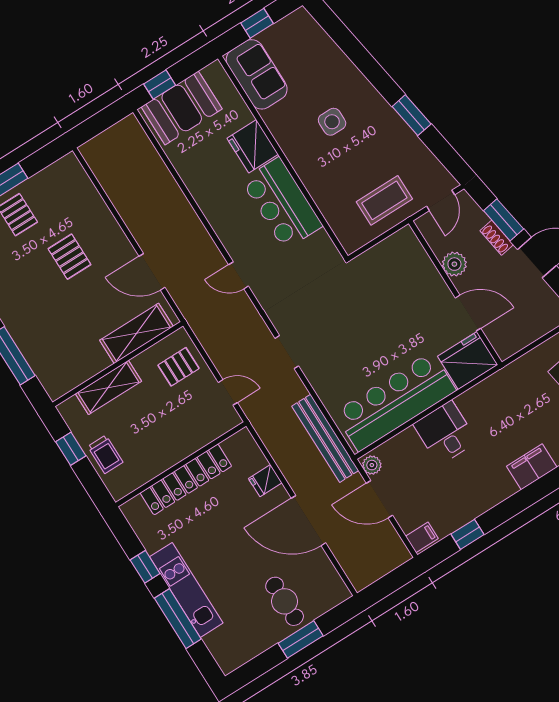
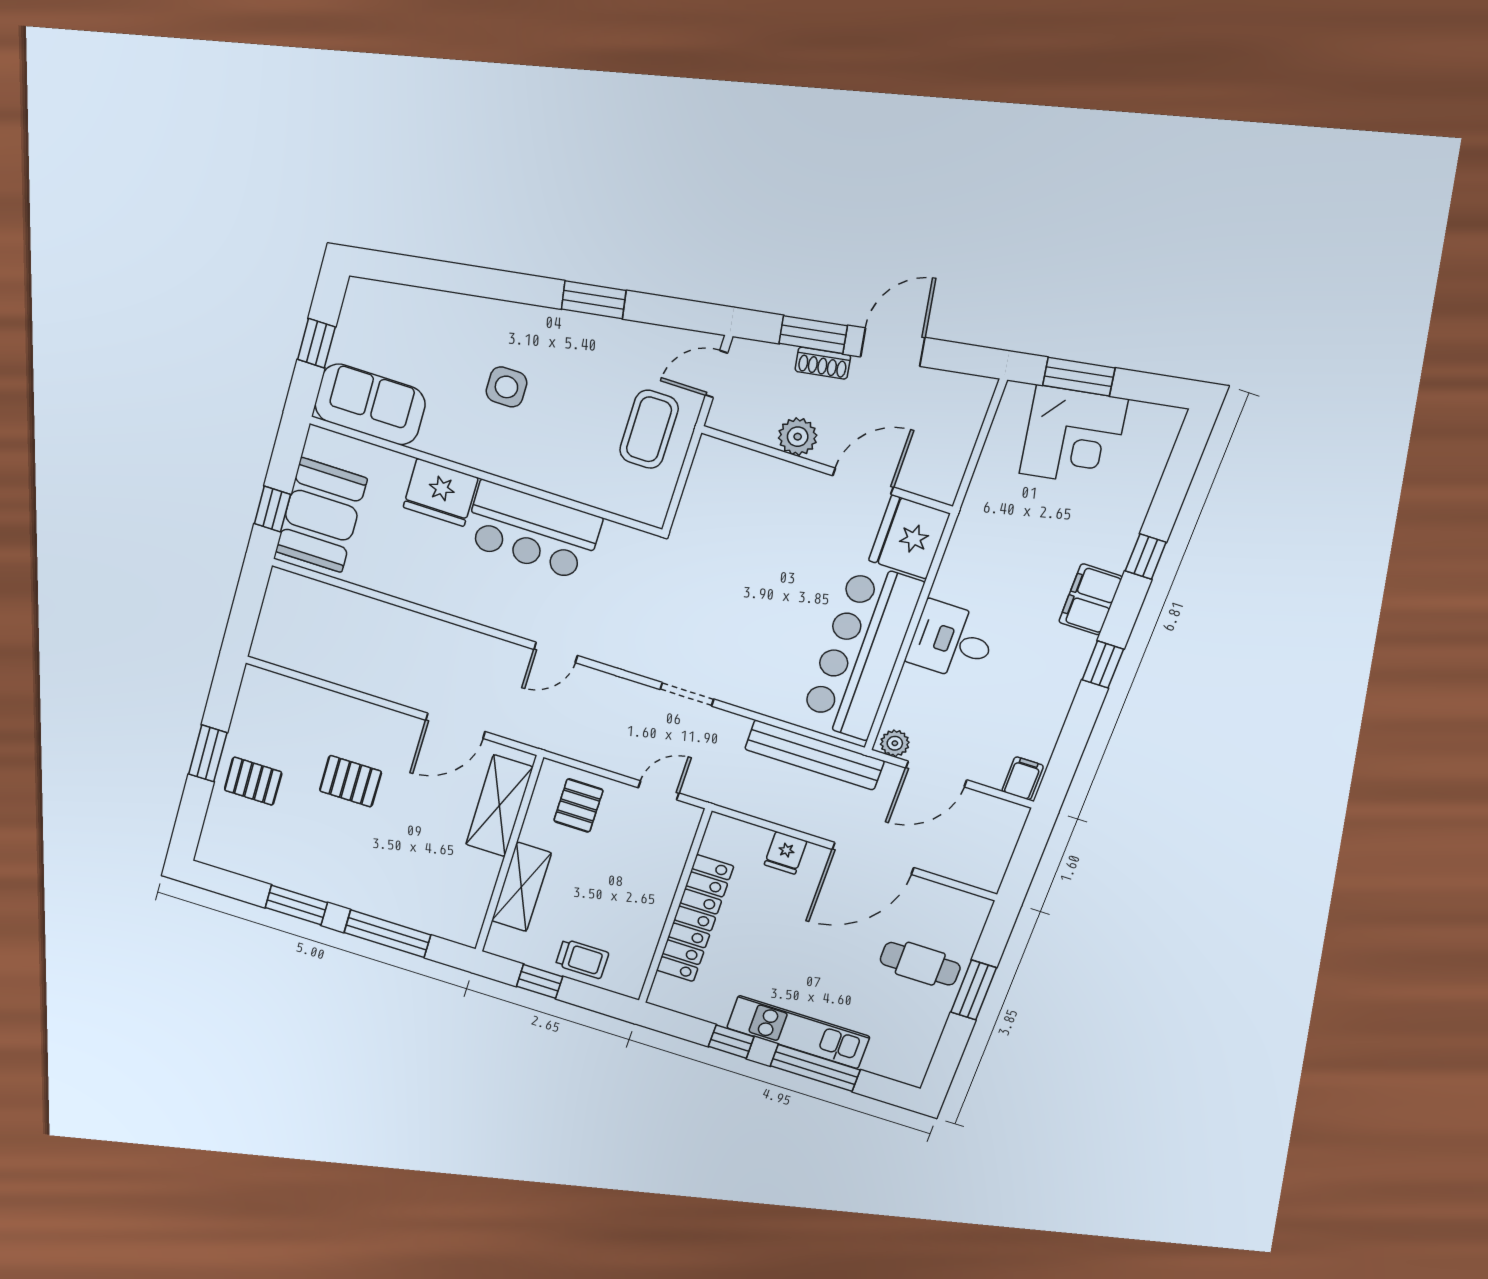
door: (441, 200) -> (716, 374), swing flipped
window: (468, 534) -> (1103, 664), moved

